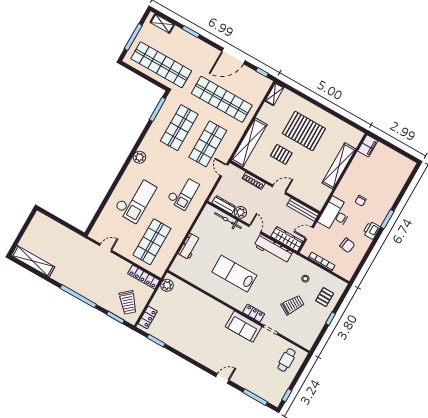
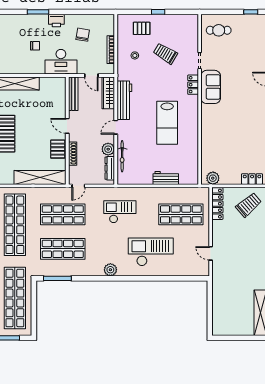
pallet: (281, 154) -> (58, 149), moved

